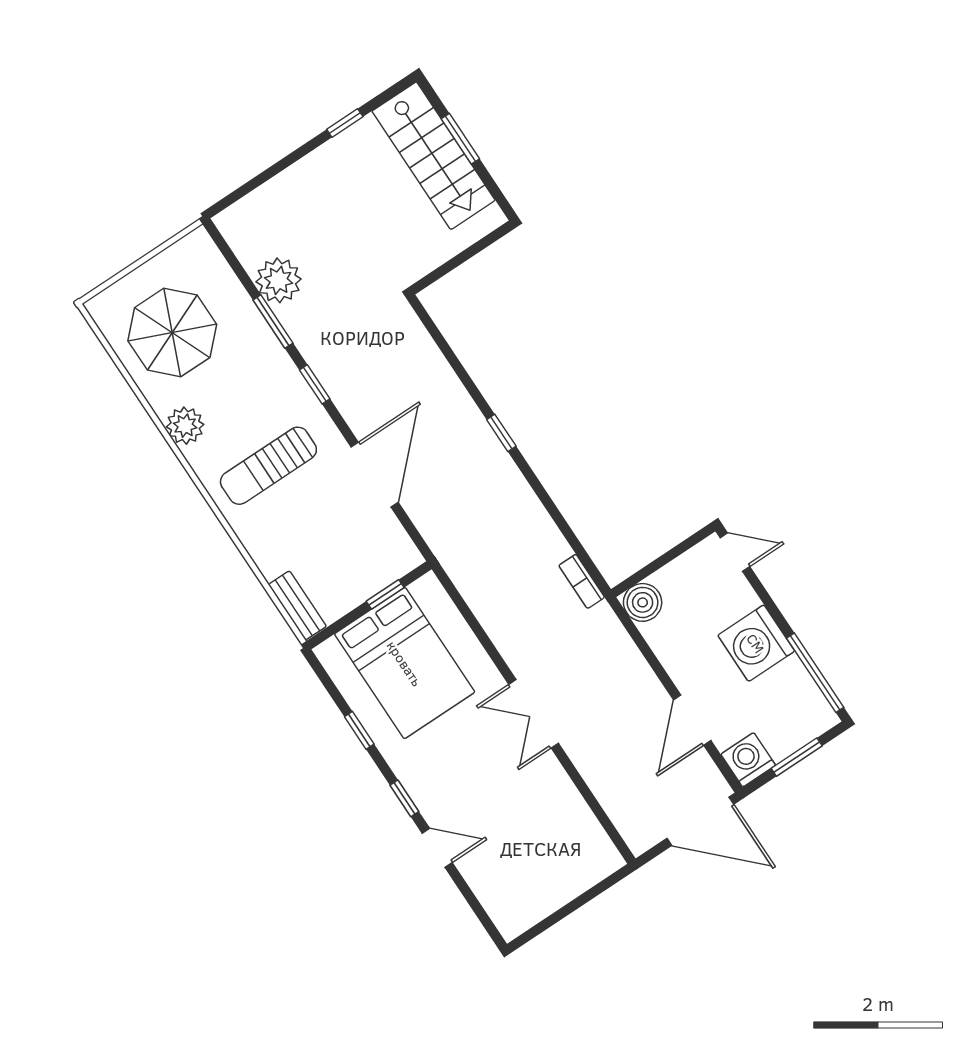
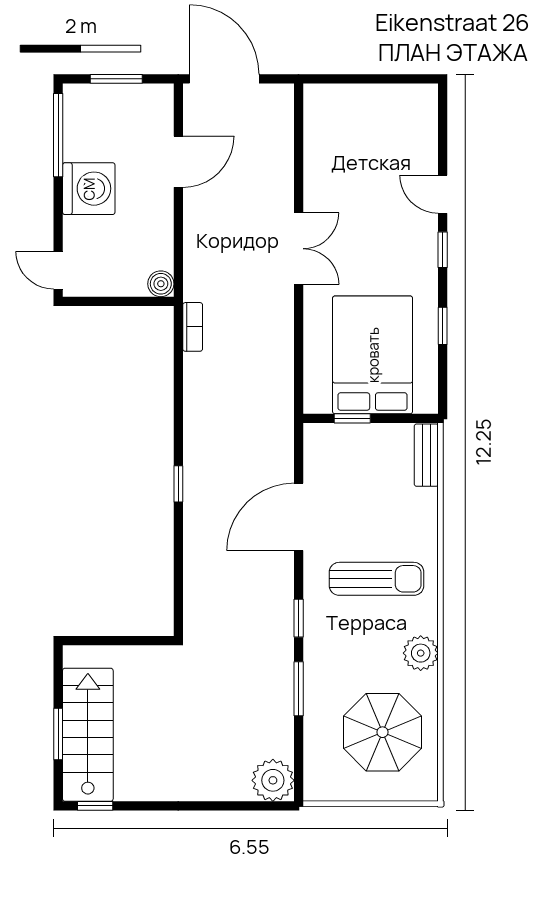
window: (345, 123) -> (95, 806), moved
plant: (279, 280) -> (273, 780), moved
boiler: (643, 602) -> (161, 284), width x0.73, depth x0.73
washing machine: (748, 760) -> (155, 102), removed

